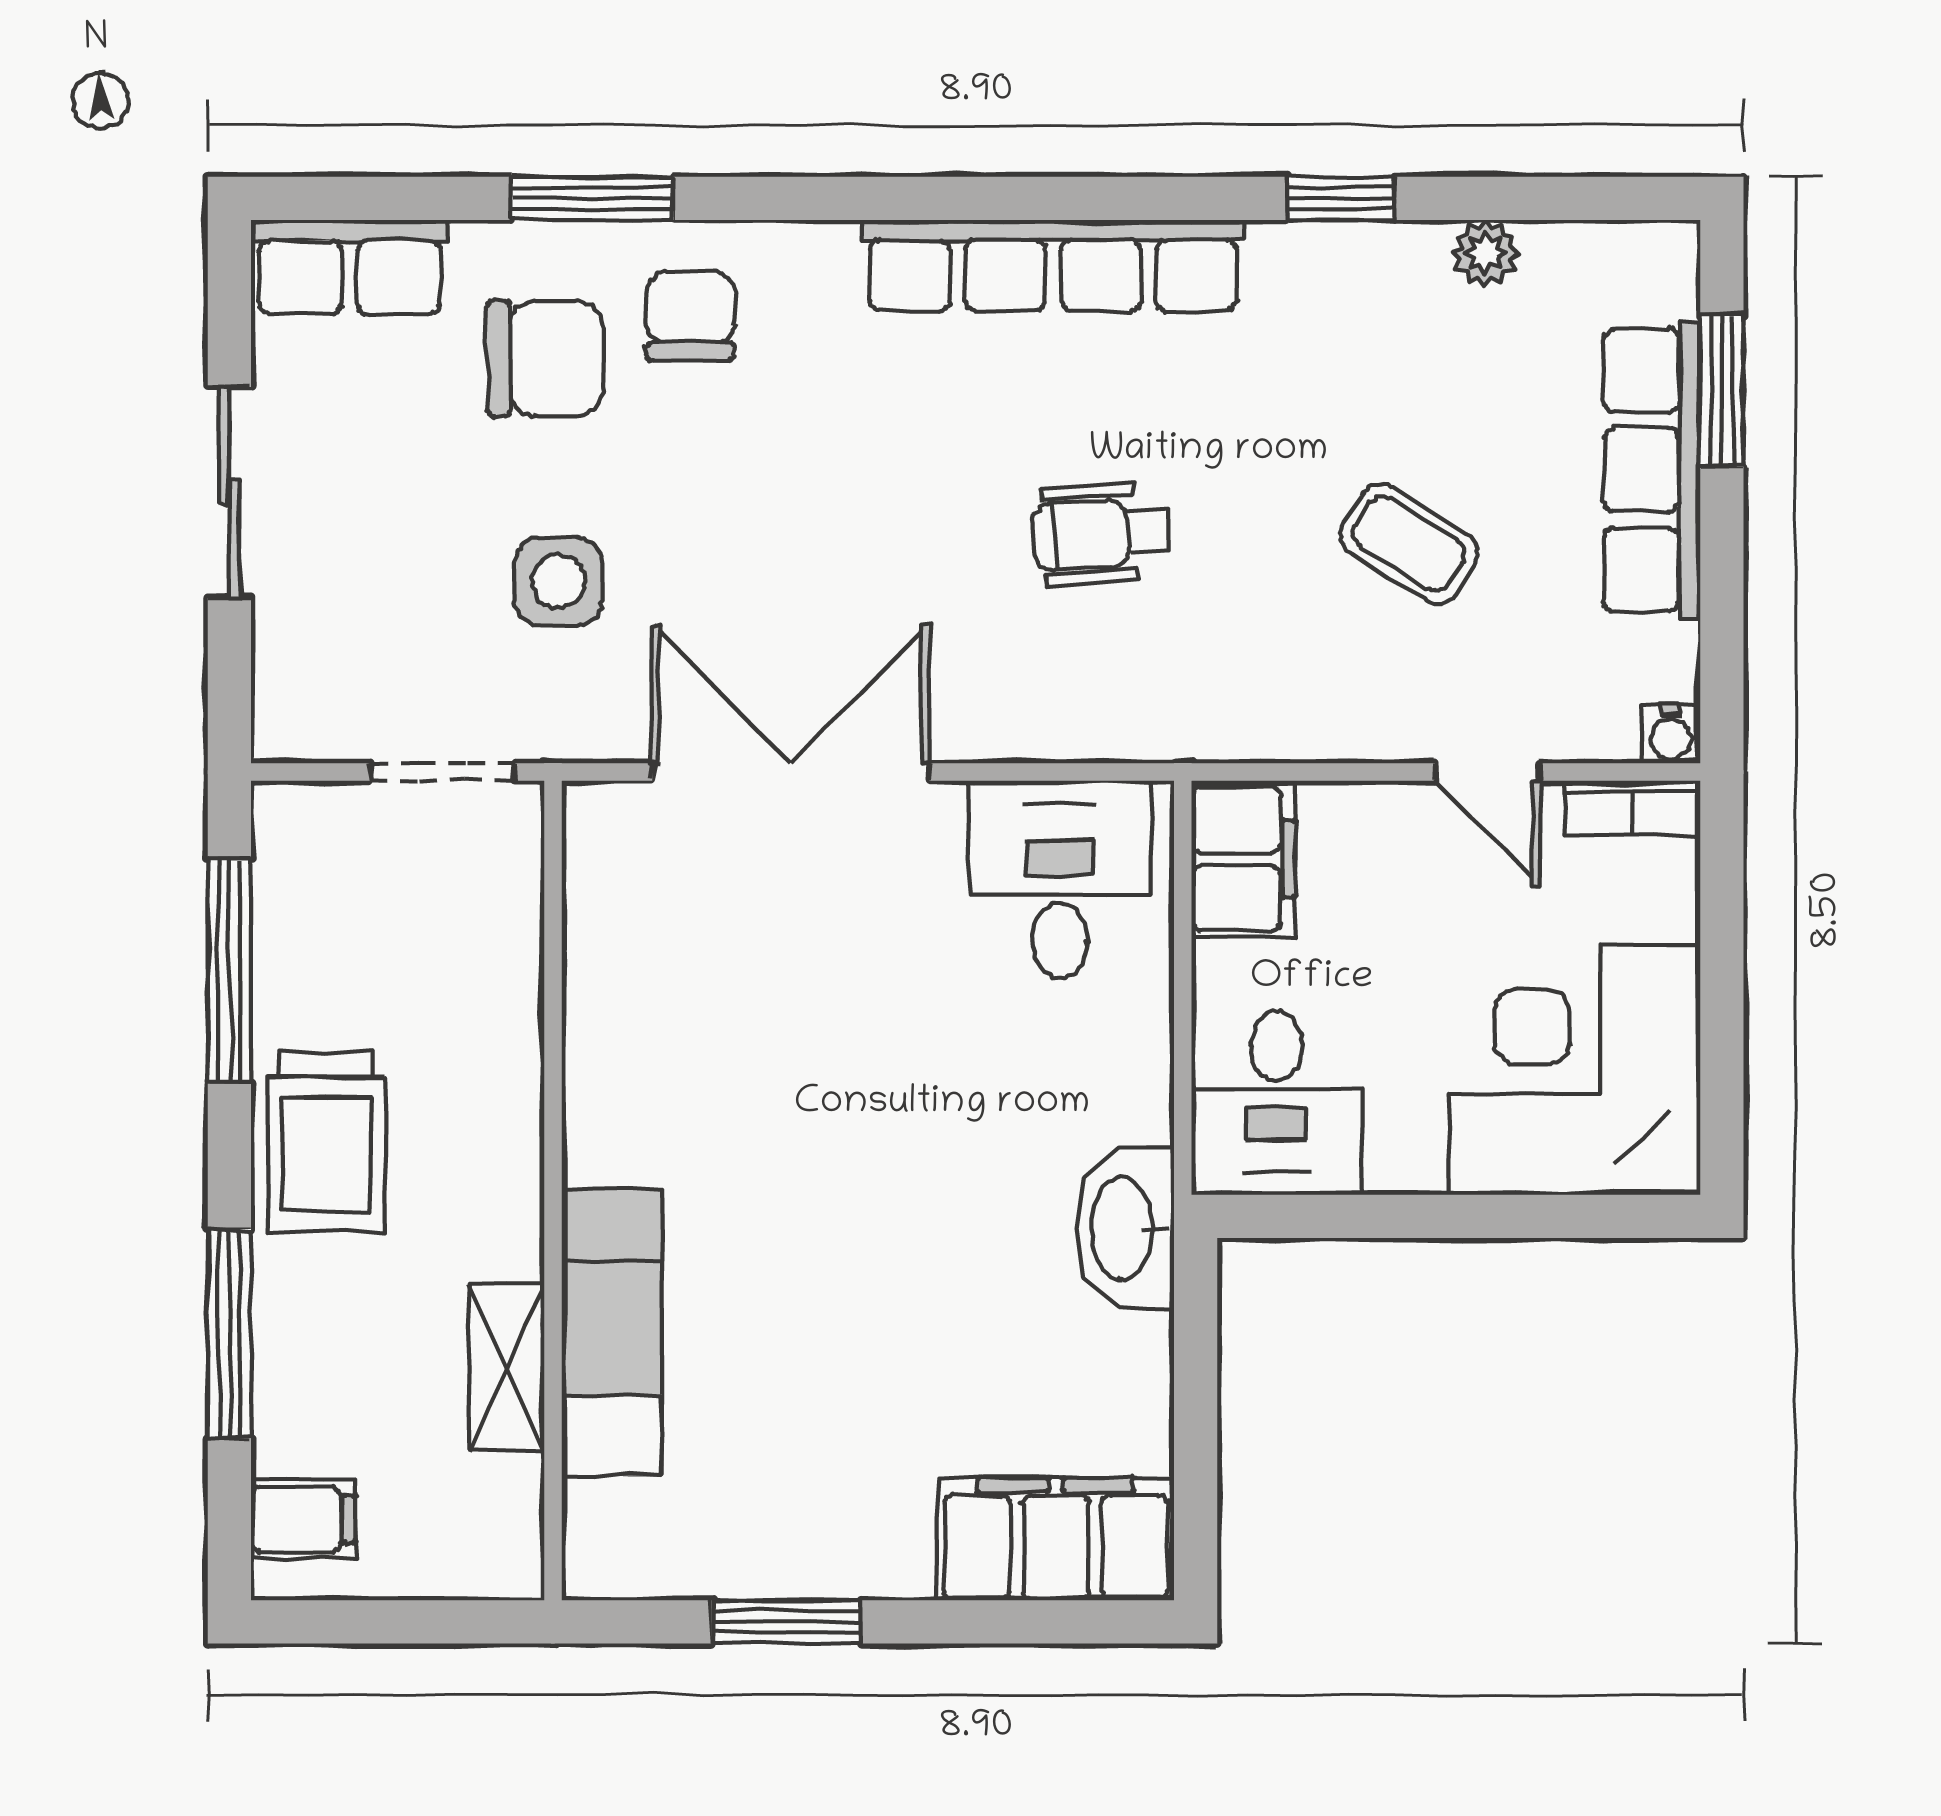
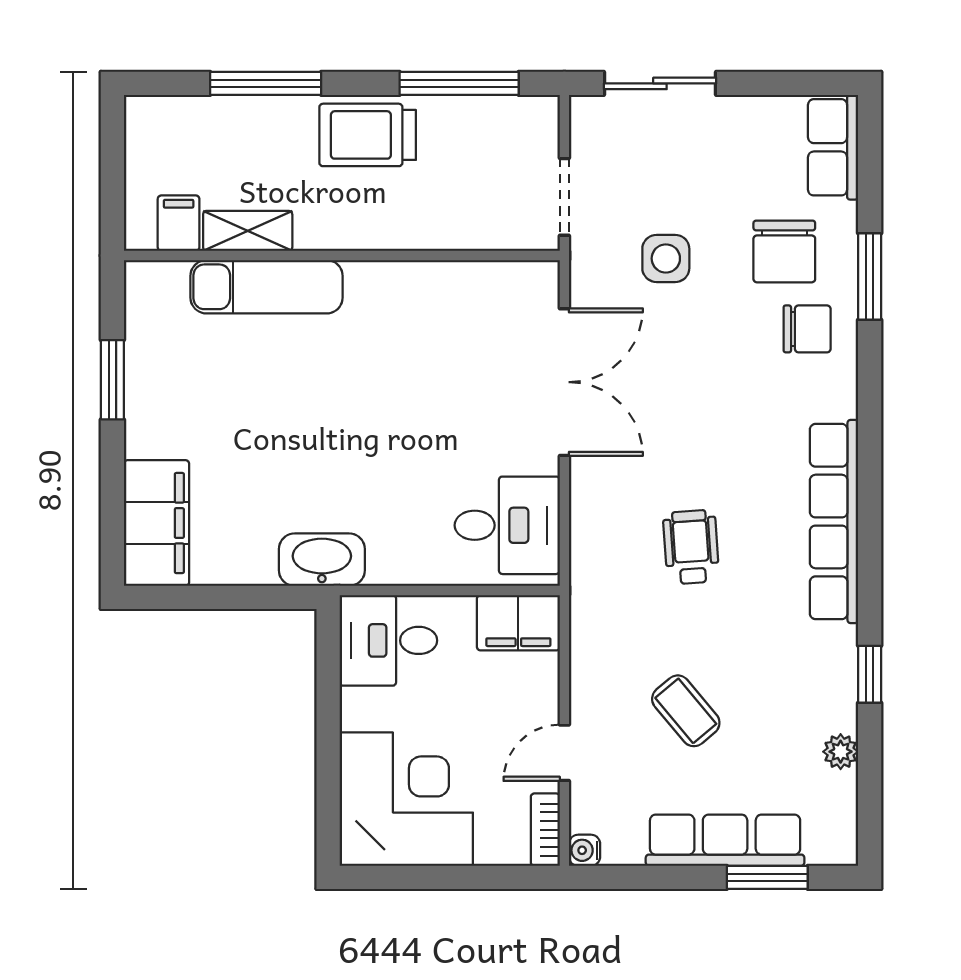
sliding door: (229, 492) -> (660, 83), moved
coffee table: (1409, 544) -> (686, 711), turned -72
filing cabinet: (303, 1519) -> (179, 223), moved, turned 180

